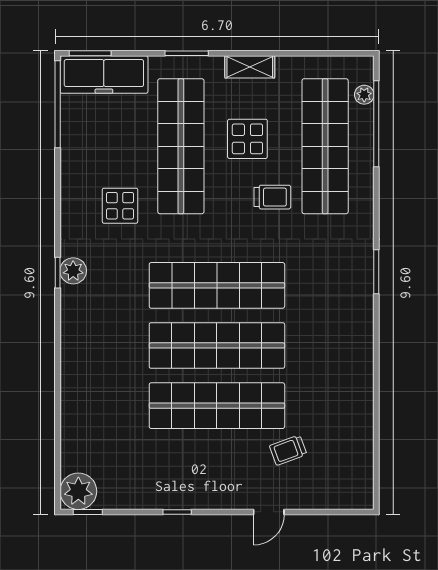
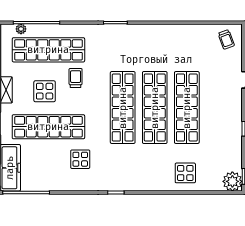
plant: (73, 271) -> (115, 184), removed
display table: (94, 403) -> (185, 173), added
trolley: (288, 450) -> (226, 39), moved

